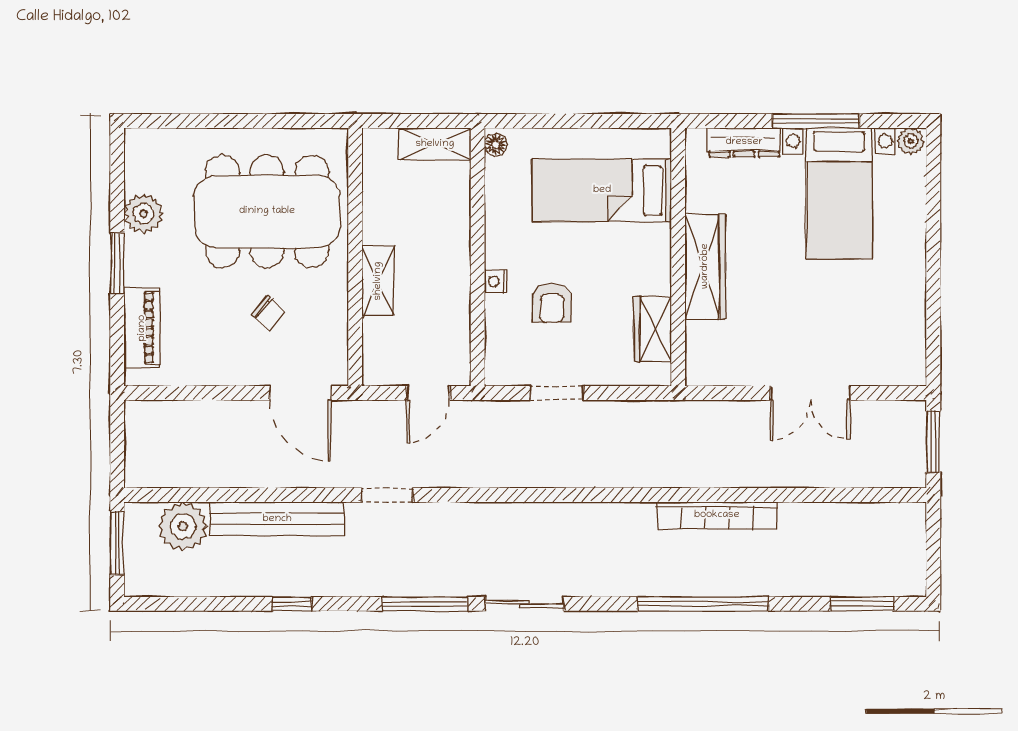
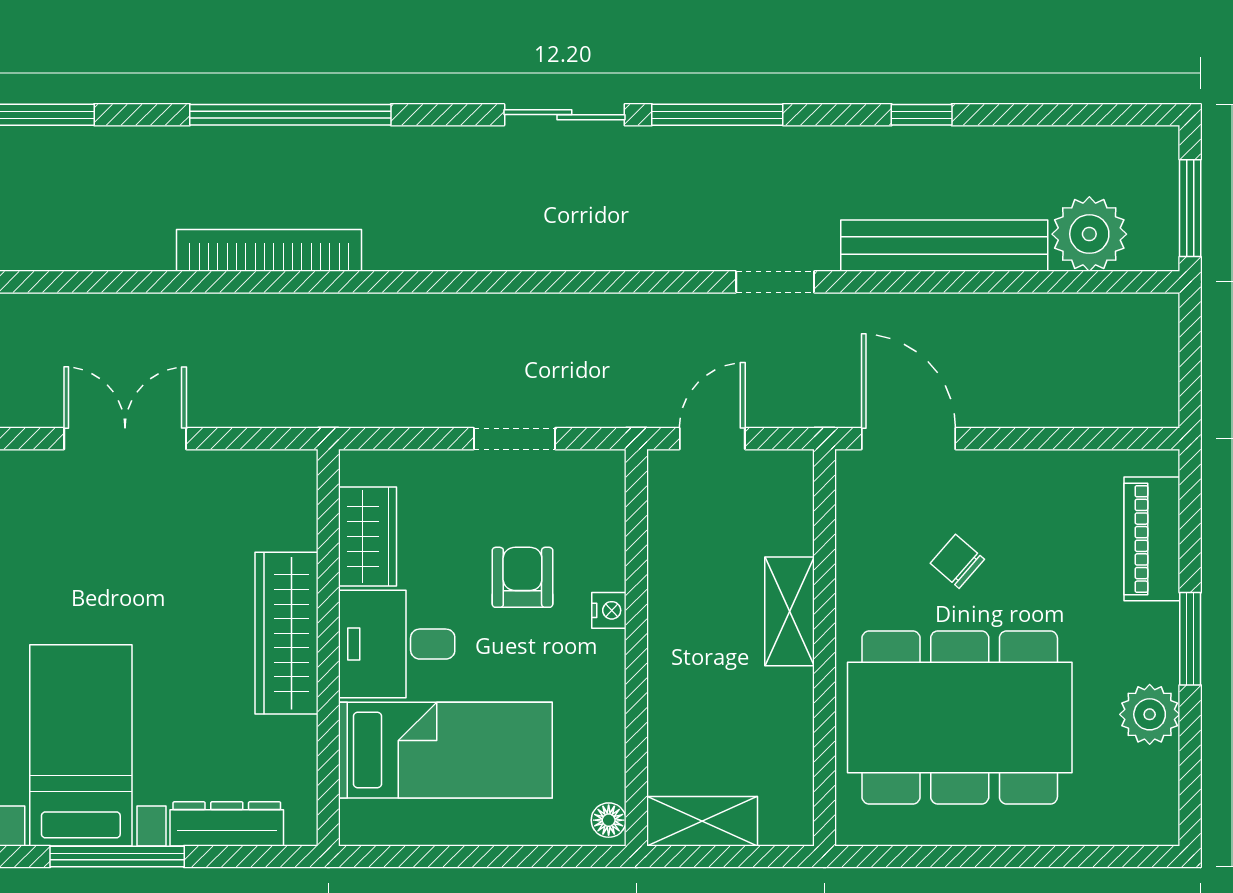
desk: (634, 259) -> (397, 644), added

